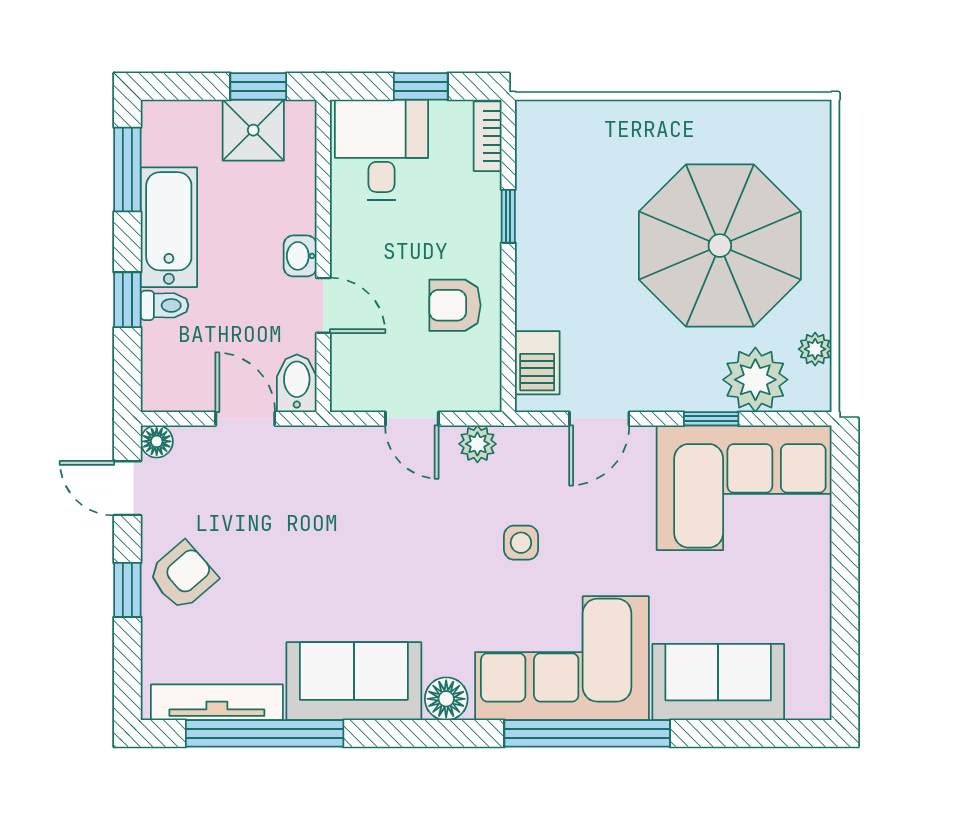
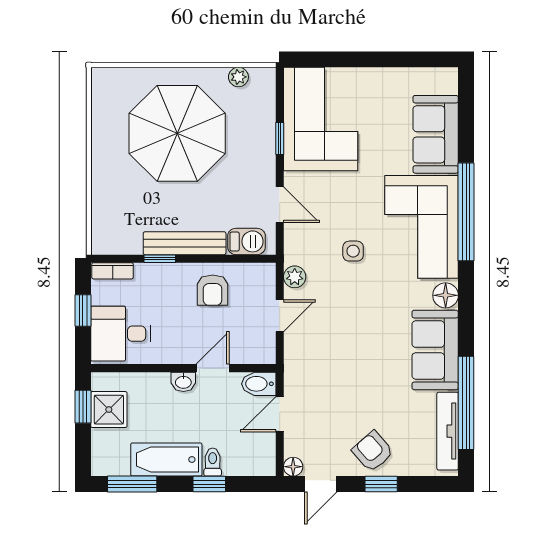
bench: (534, 258) -> (185, 243), added
plant: (755, 380) -> (257, 112), removed

